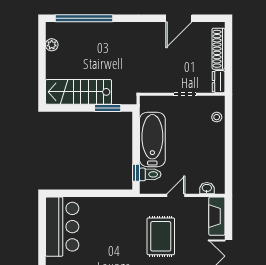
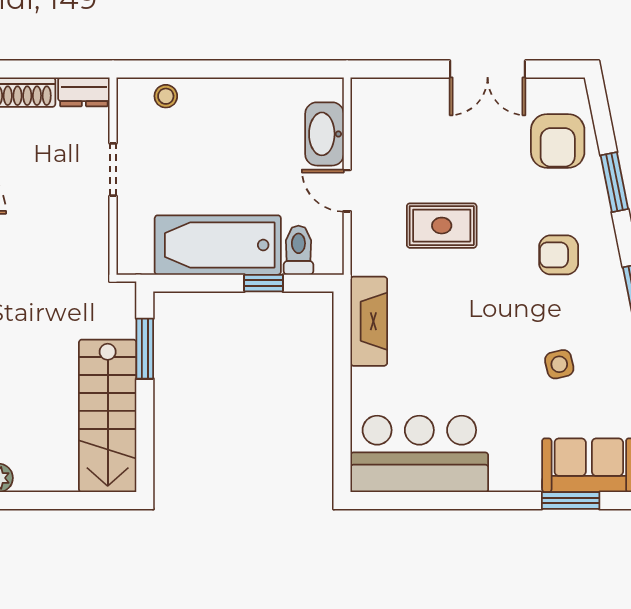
window: (136, 173) -> (264, 283), moved
washbasin: (207, 188) -> (324, 134), width x1.91, depth x1.45
fireplace: (217, 216) -> (369, 321), moved, turned -90
rug: (161, 236) -> (442, 226), width x0.73, depth x0.70

